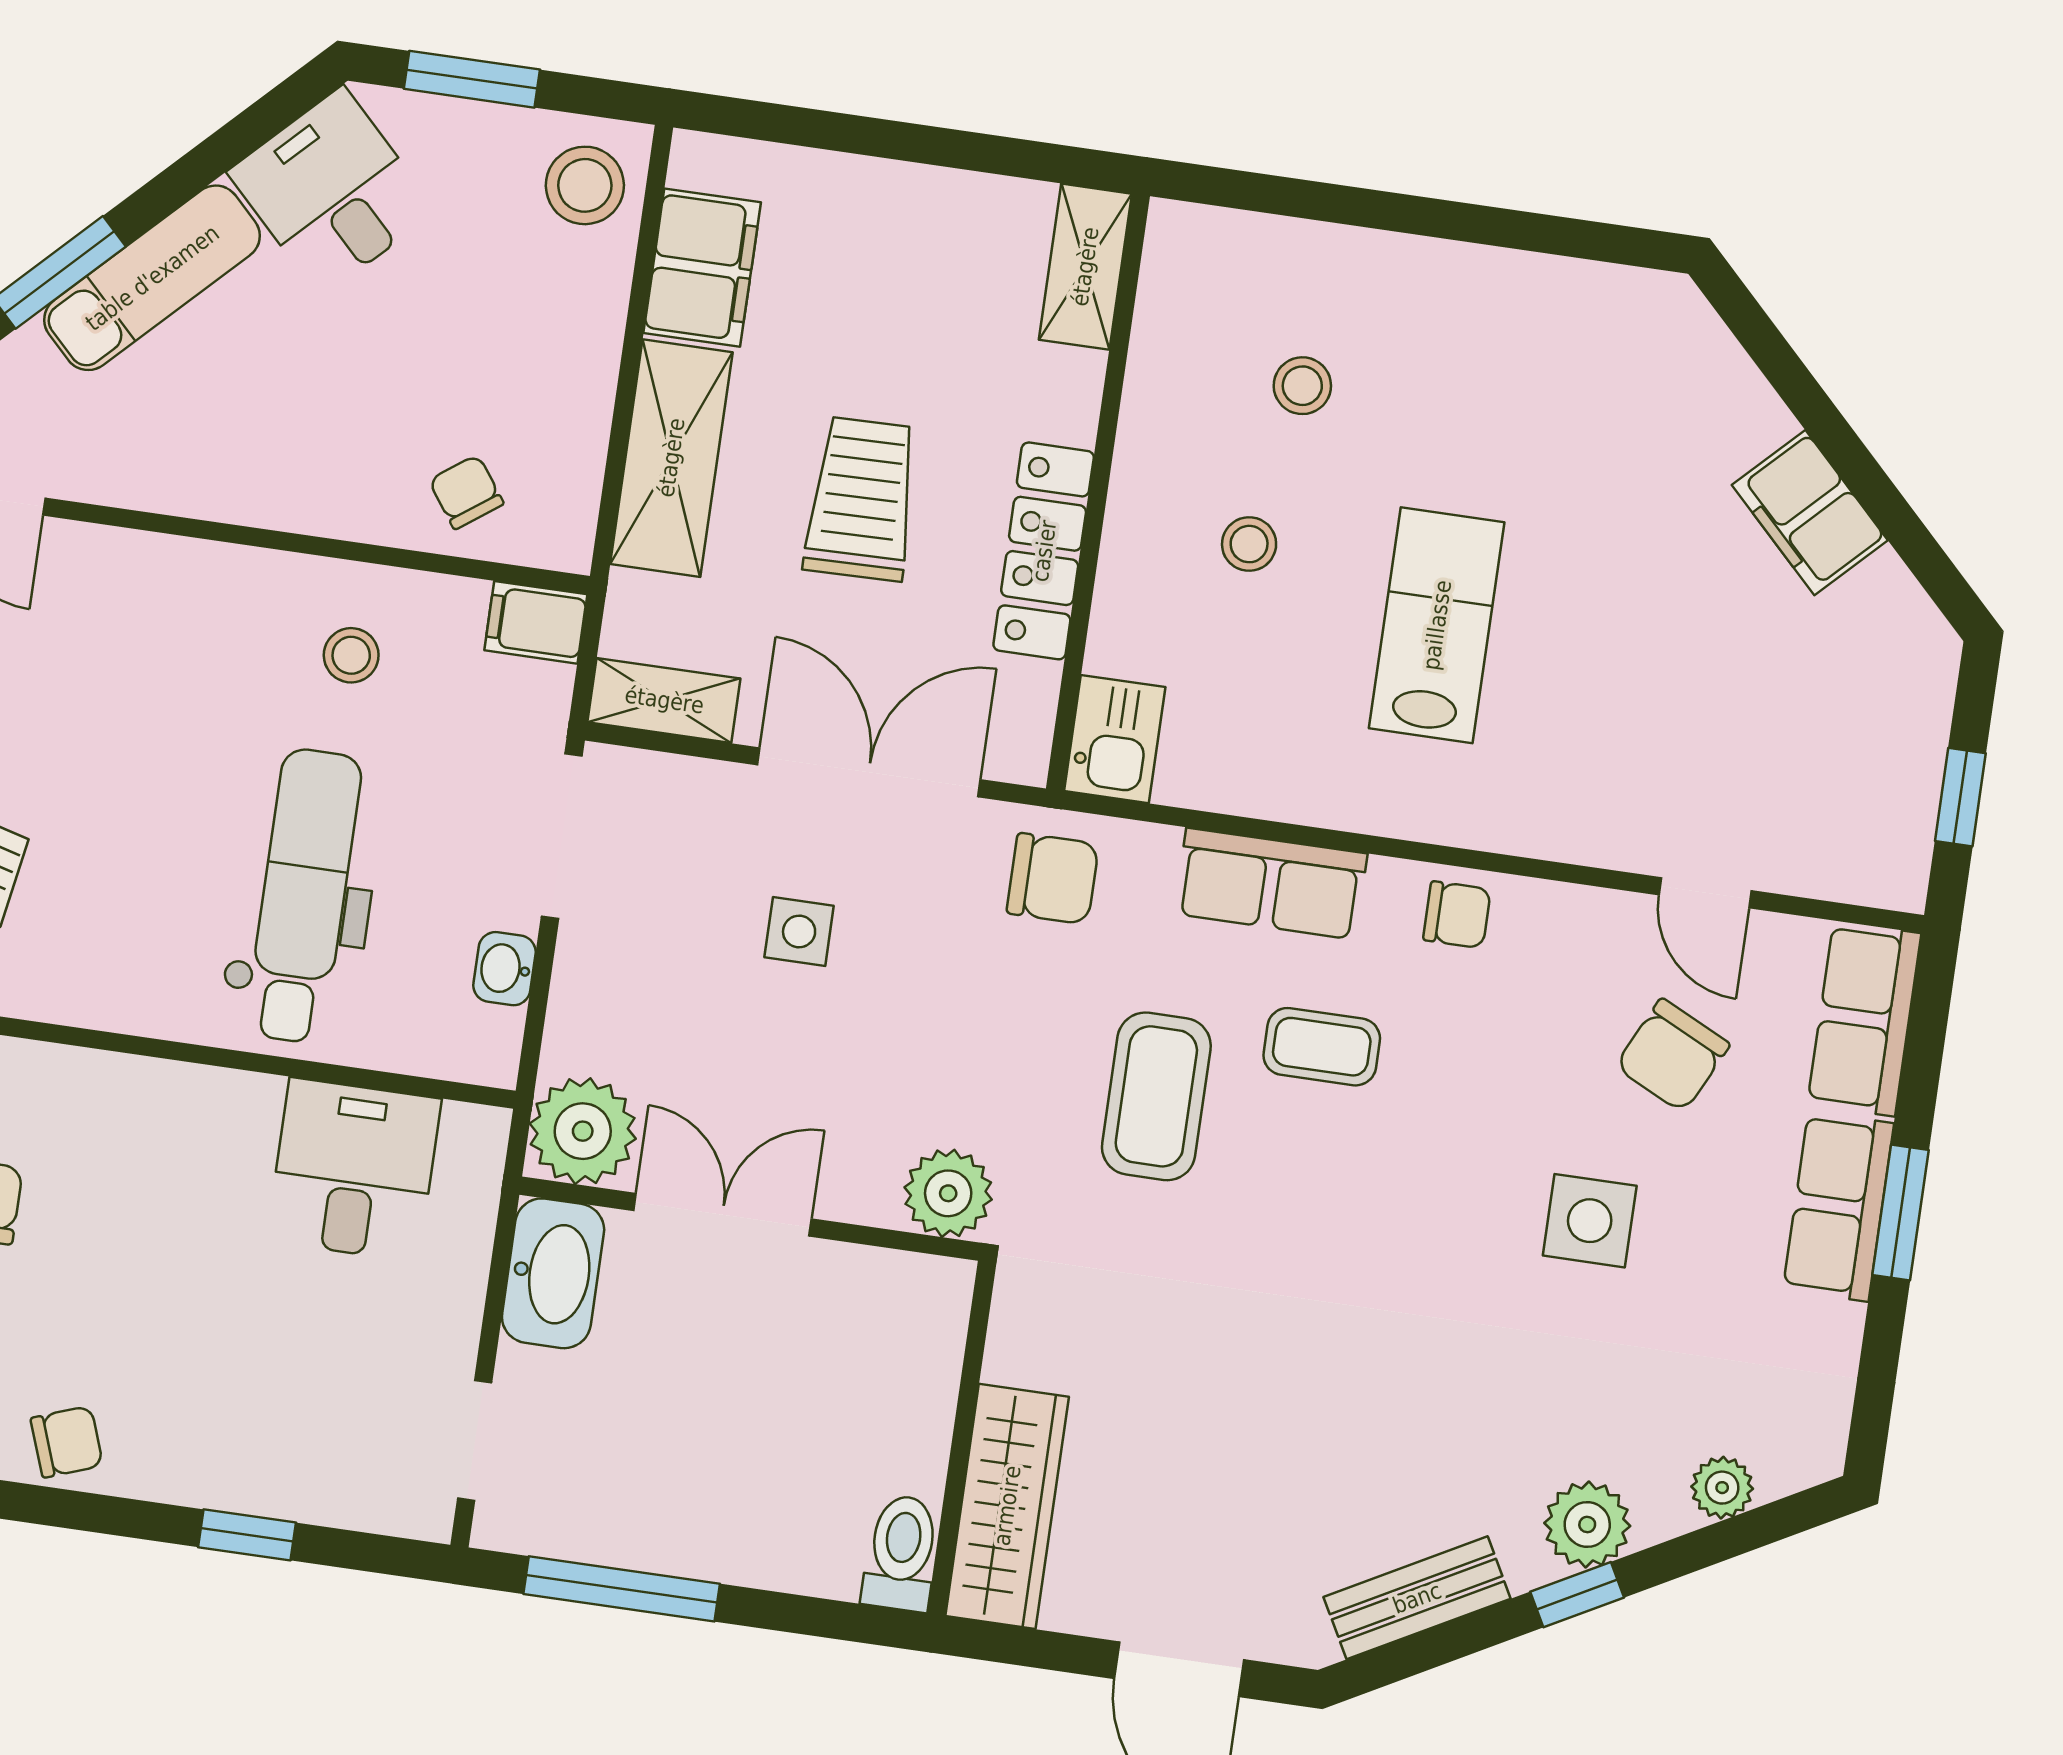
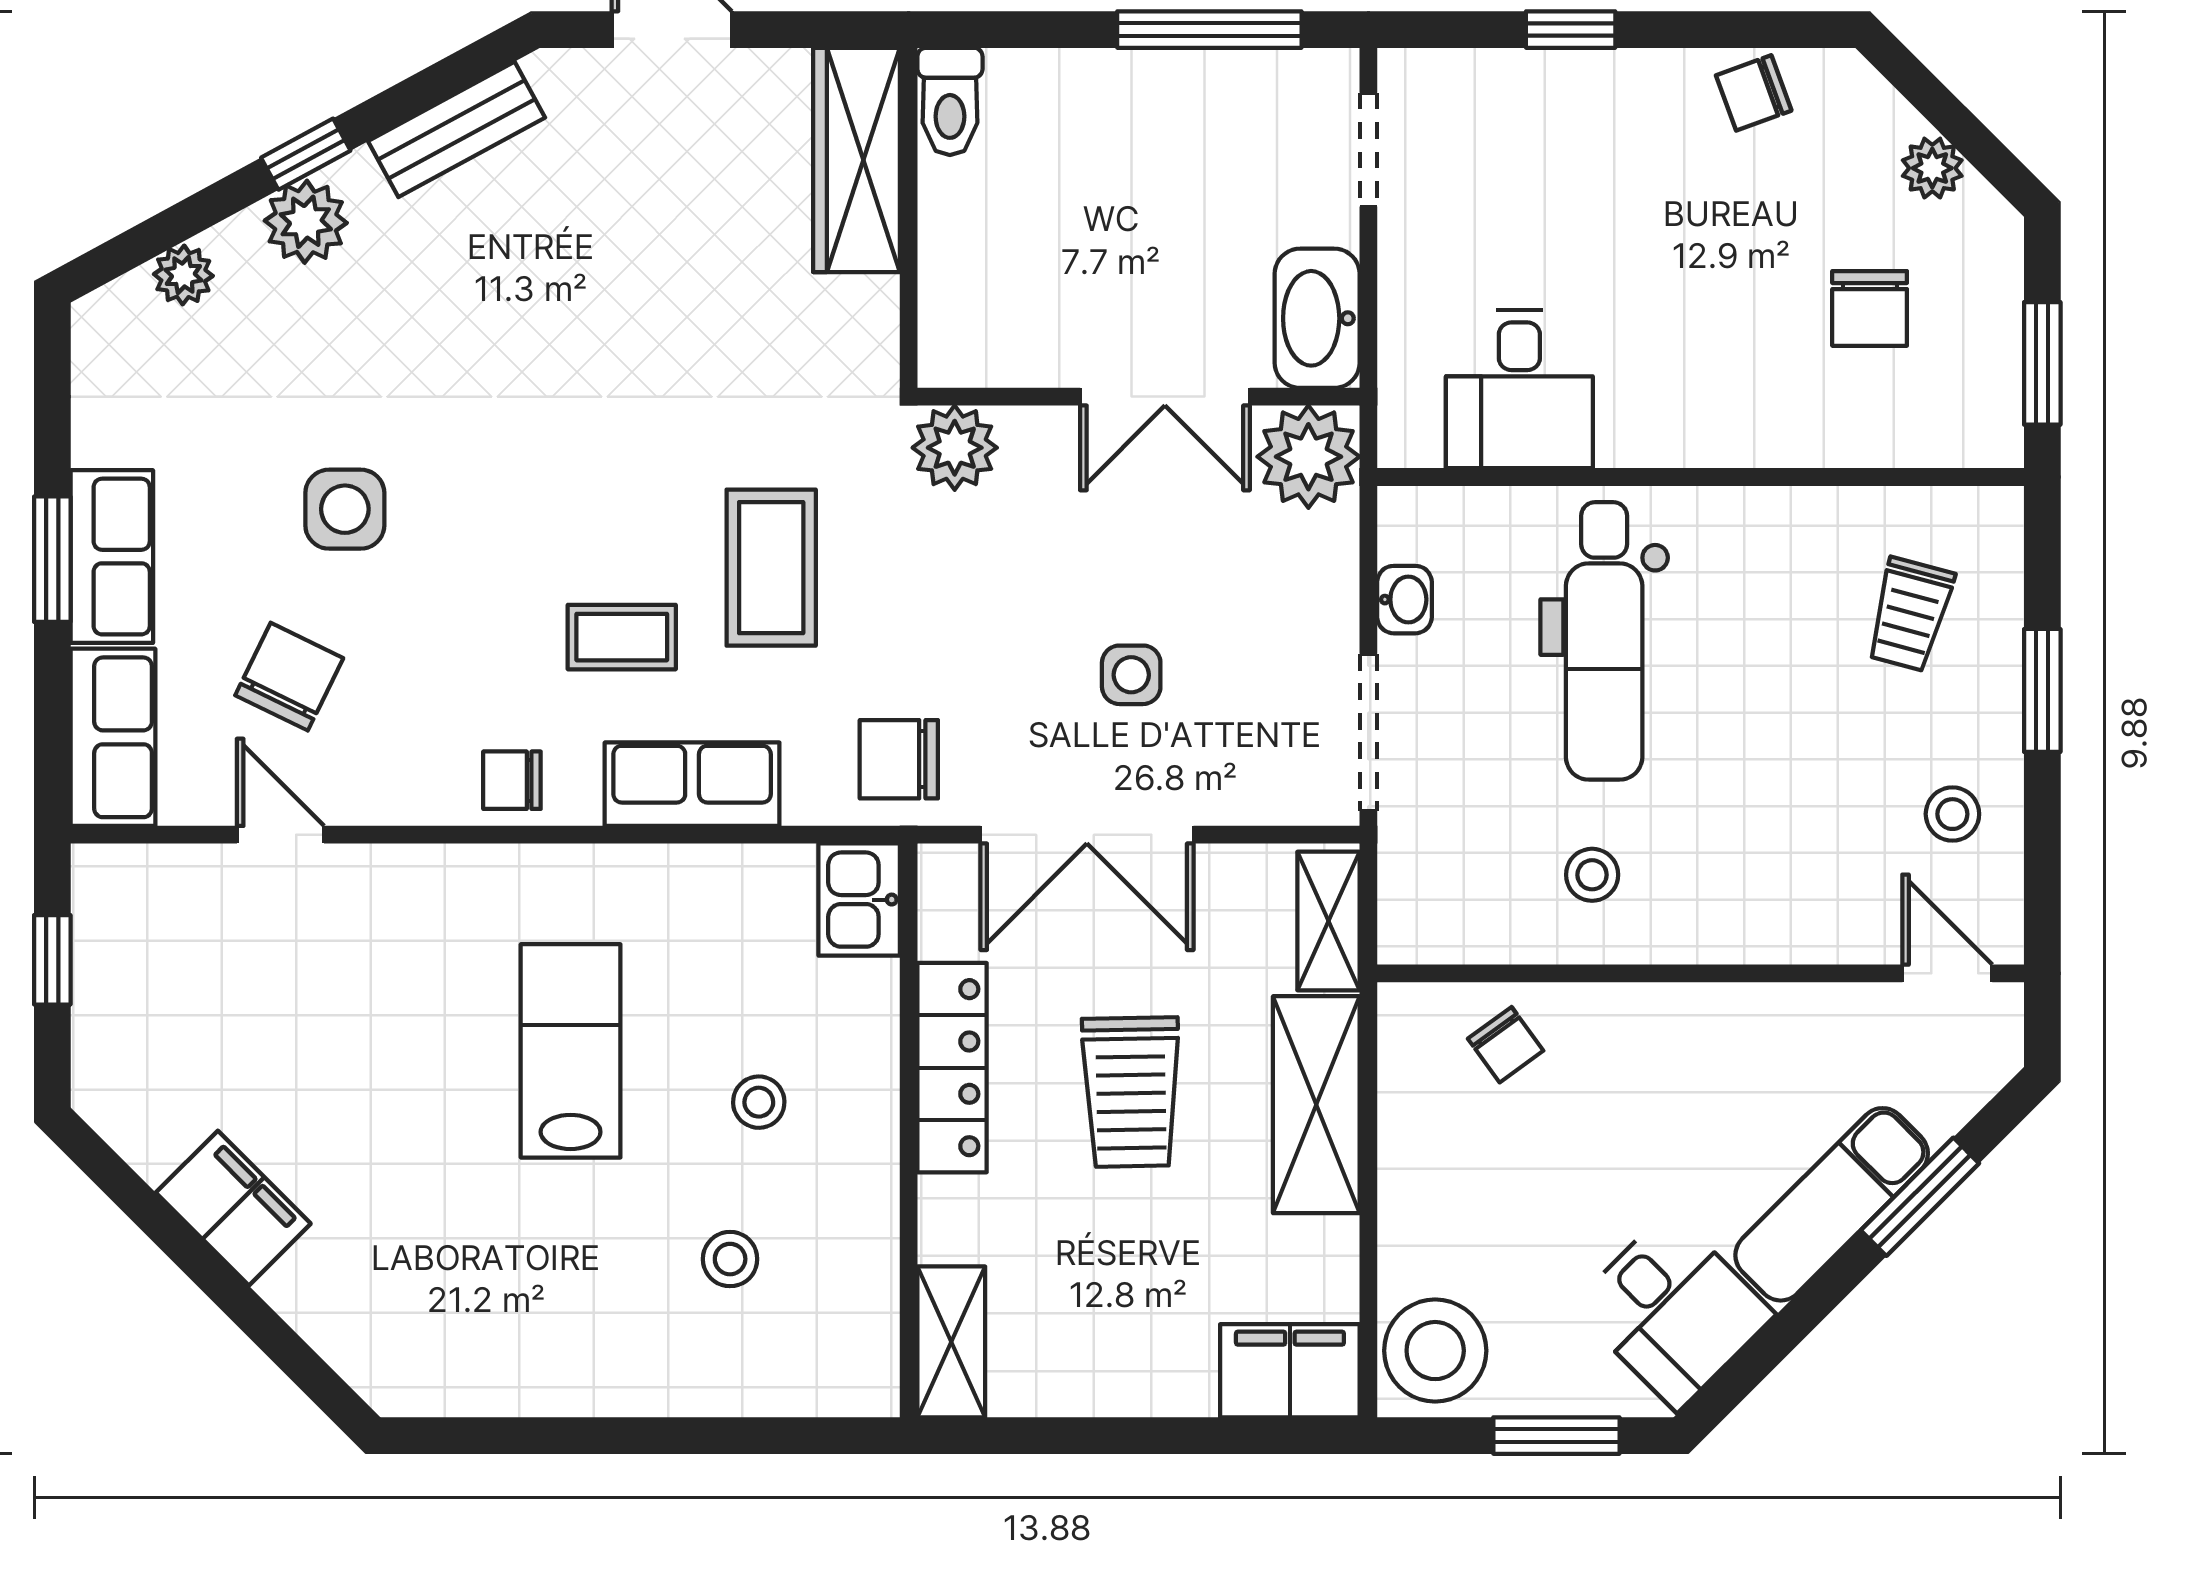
stool: (585, 185) -> (1435, 1351), width x1.38, depth x1.38
filing cabinet: (702, 268) -> (1290, 1371), moved, turned 90
filing cabinet: (536, 622) -> (1422, 931), removed
lab bench: (1437, 625) -> (571, 1051), turned 180
shelving: (664, 700) -> (1329, 921), moved, turned 90

